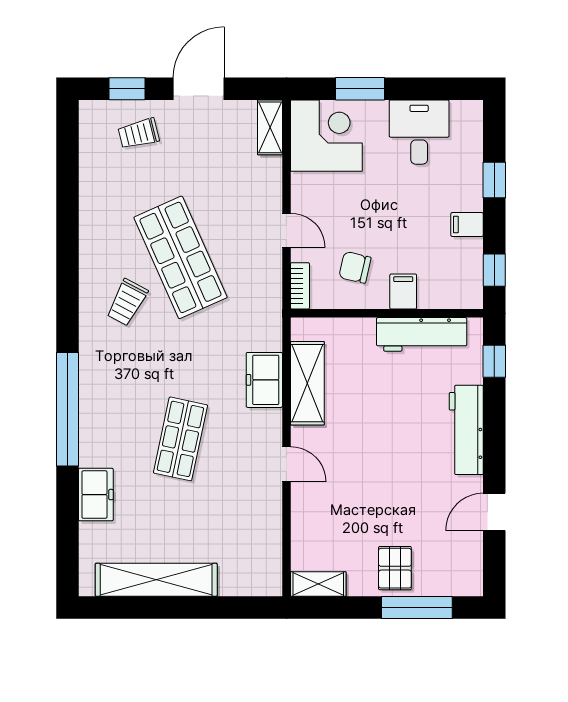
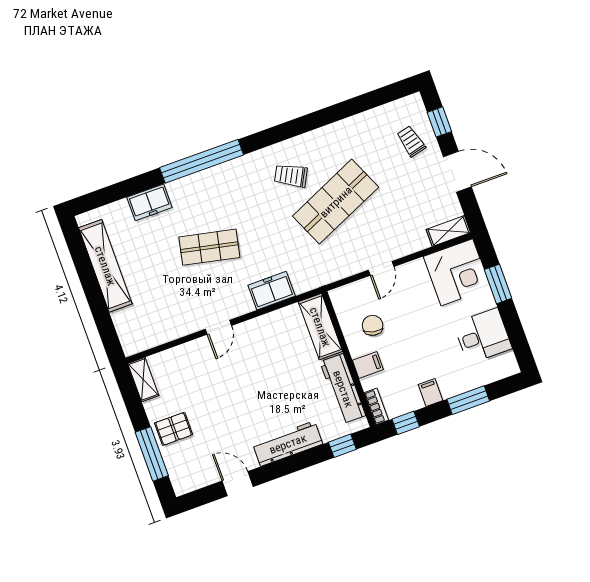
window: (494, 180) -> (468, 400), width x1.50
bookcase: (300, 286) -> (376, 406), moved, turned -90
shelving: (307, 383) -> (320, 327), moved, turned 90

